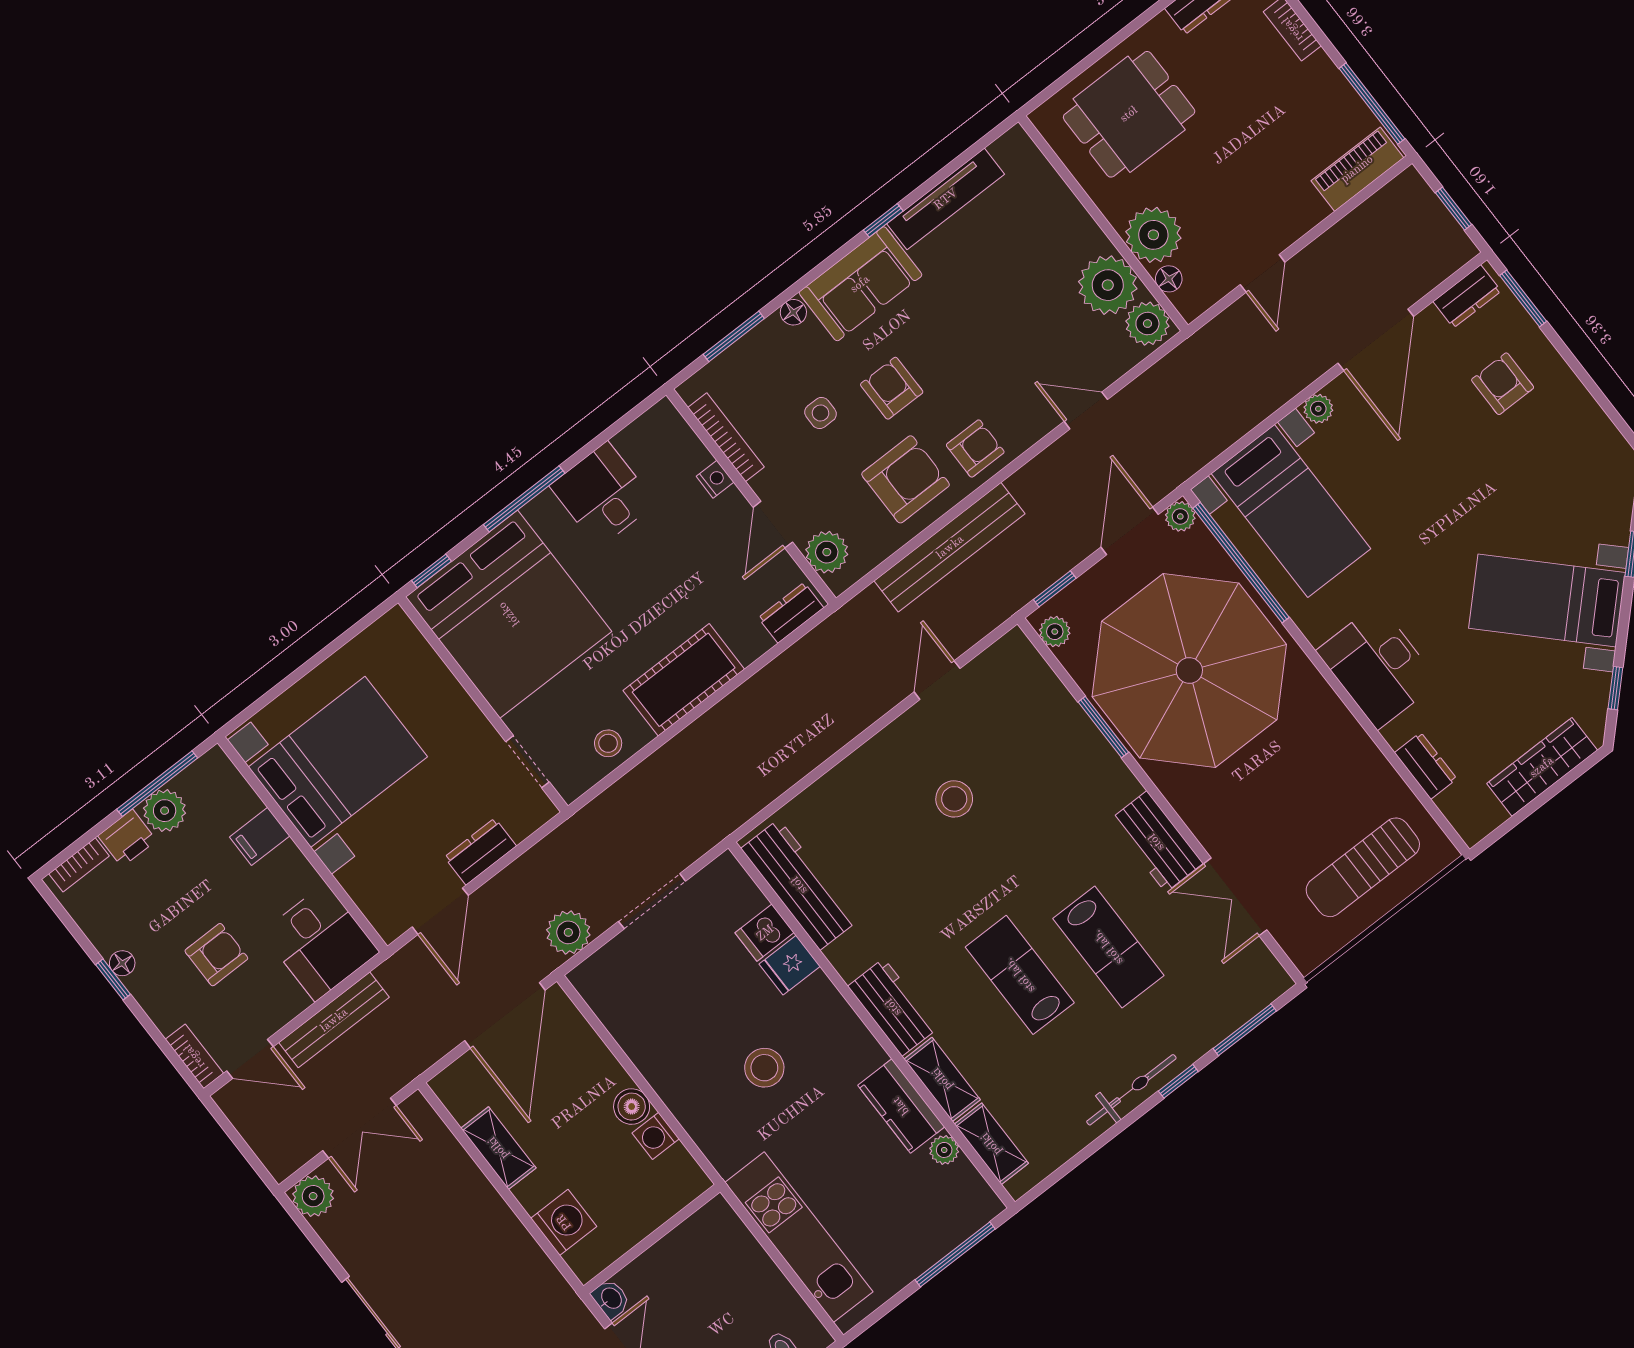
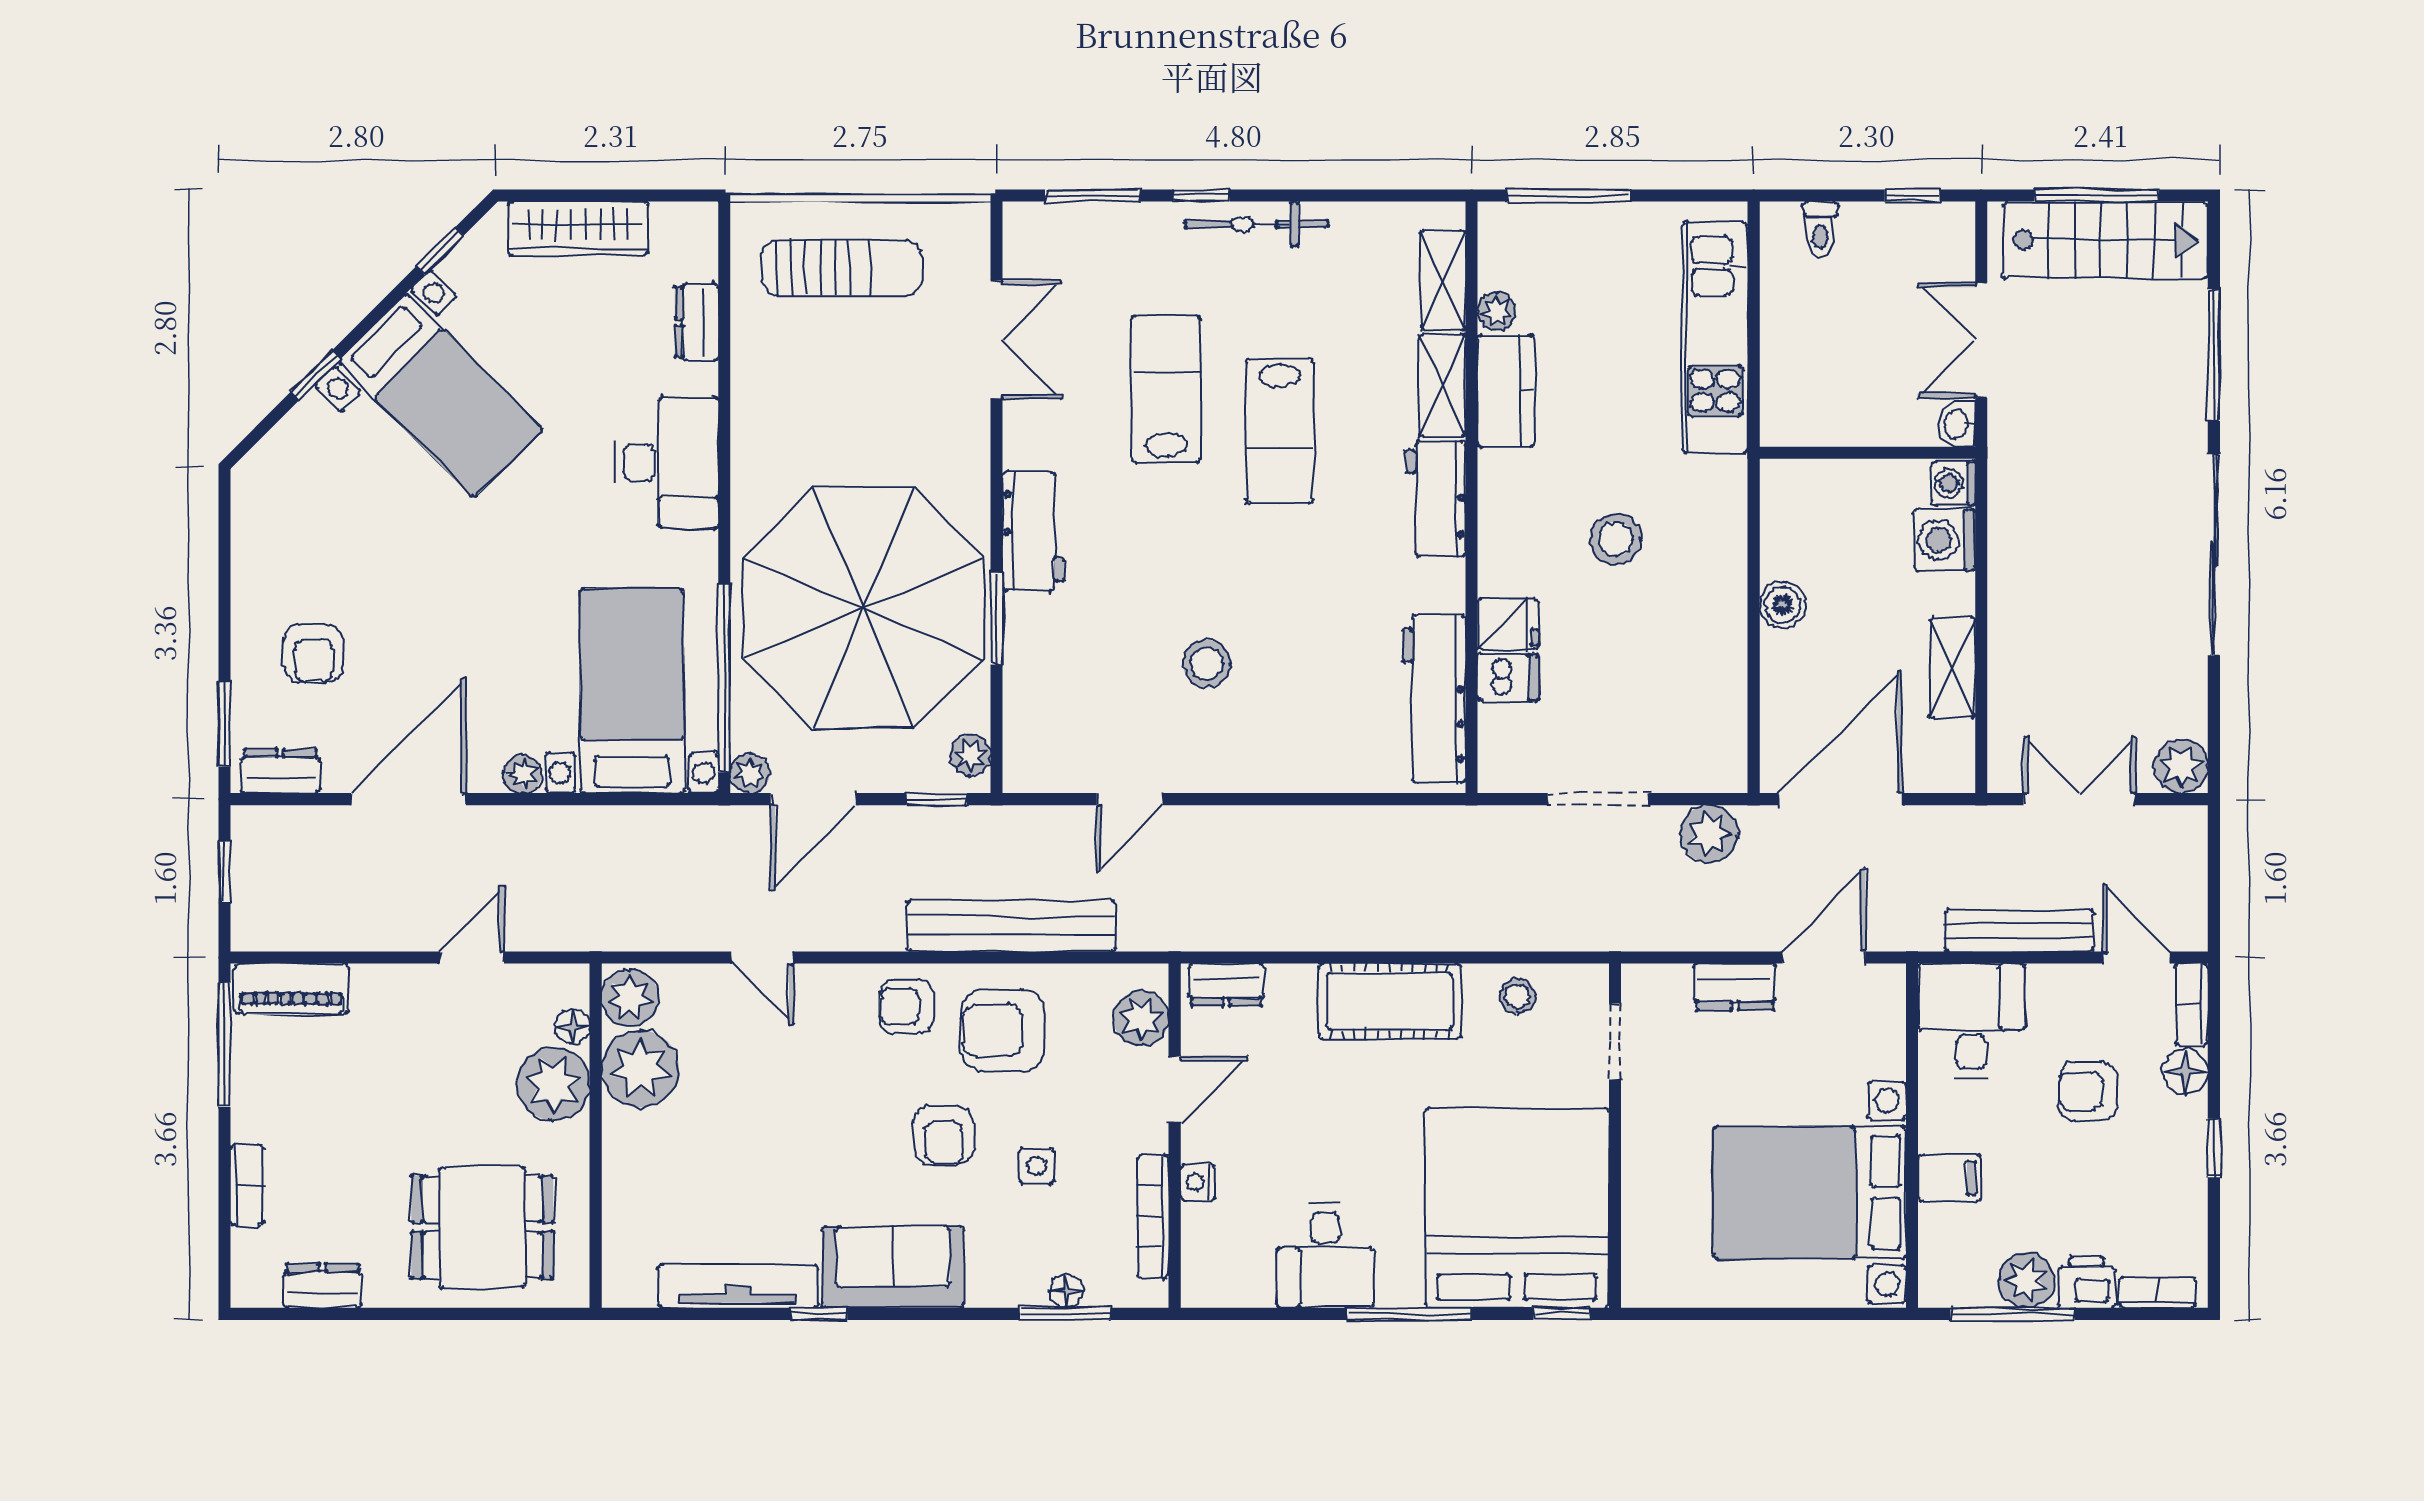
floor lamp: (793, 312) -> (1066, 1291), moved
workbench: (1156, 842) -> (1033, 531), moved
floor lamp: (122, 963) -> (2185, 1072), moved, width x1.37, depth x1.37
washing machine: (656, 1136) -> (1953, 483), moved, turned 180

